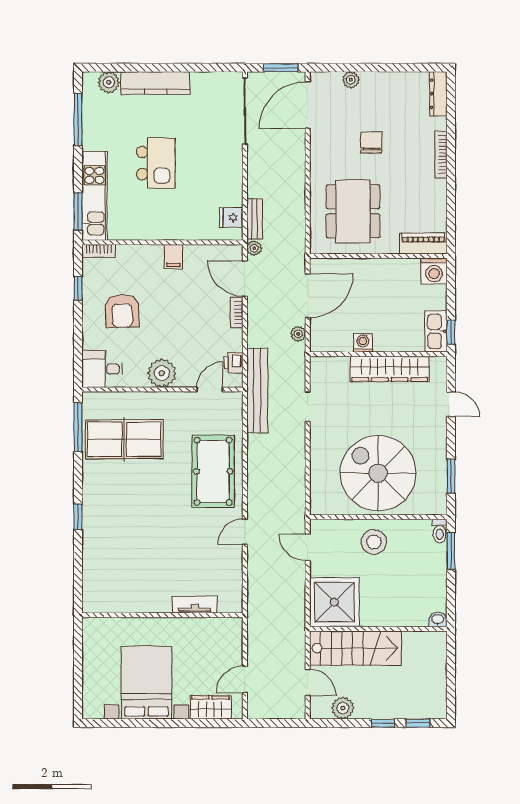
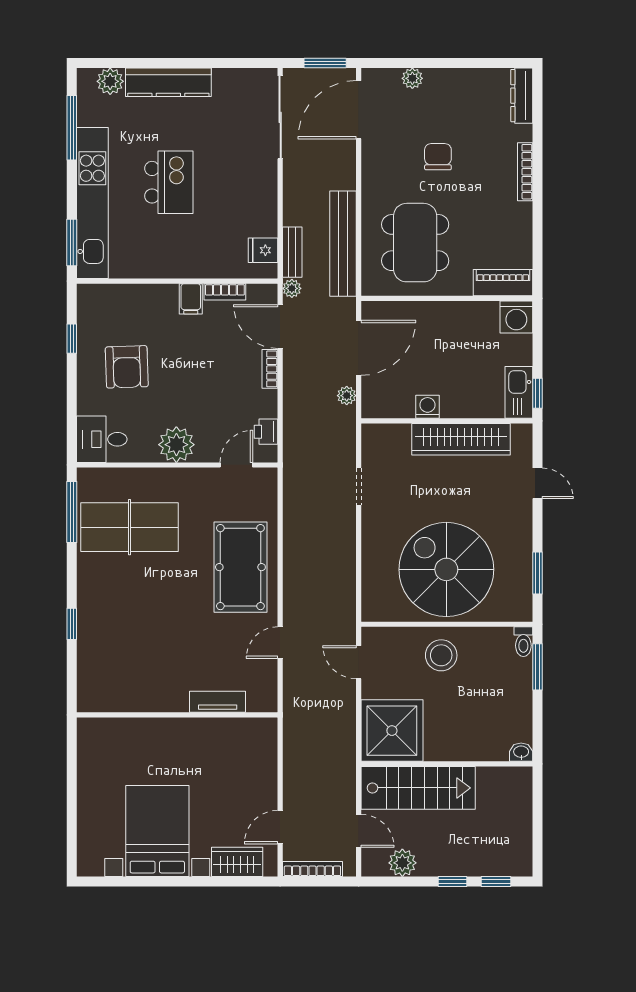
kitchen unit: (95, 196) -> (92, 203), width x1.36
bookcase: (99, 251) -> (225, 292), moved
bench: (257, 390) -> (343, 244), moved
tv unit: (195, 605) -> (218, 702), moved
wall: (162, 615) -> (177, 715), moved
bookcase: (271, 713) -> (312, 869), added

